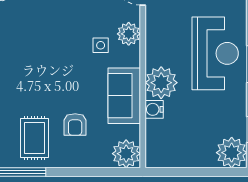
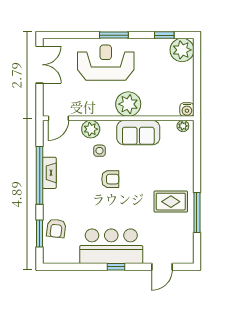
water cooler: (154, 109) -> (187, 110), moved
armchair: (75, 125) -> (110, 179), moved
plant: (126, 154) -> (183, 126), width x0.53, depth x0.53

